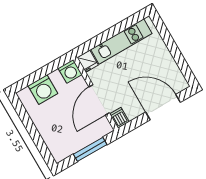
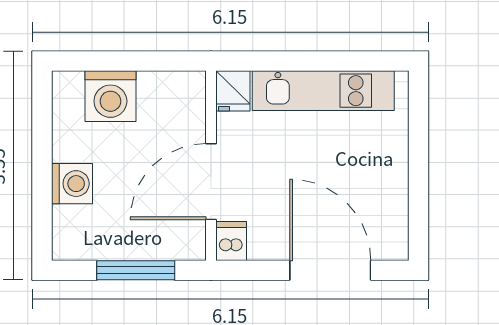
washing machine: (70, 71) -> (72, 184), moved, turned -90

